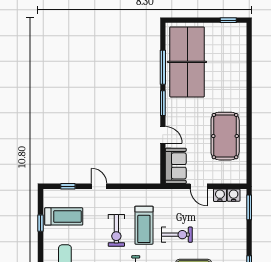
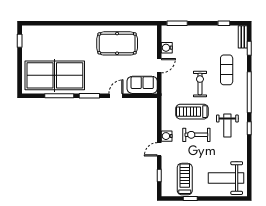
water cooler: (234, 195) -> (167, 136), moved
treadmill: (144, 225) -> (192, 112), turned 180
exercise bike: (116, 230) -> (196, 135), turned 180

